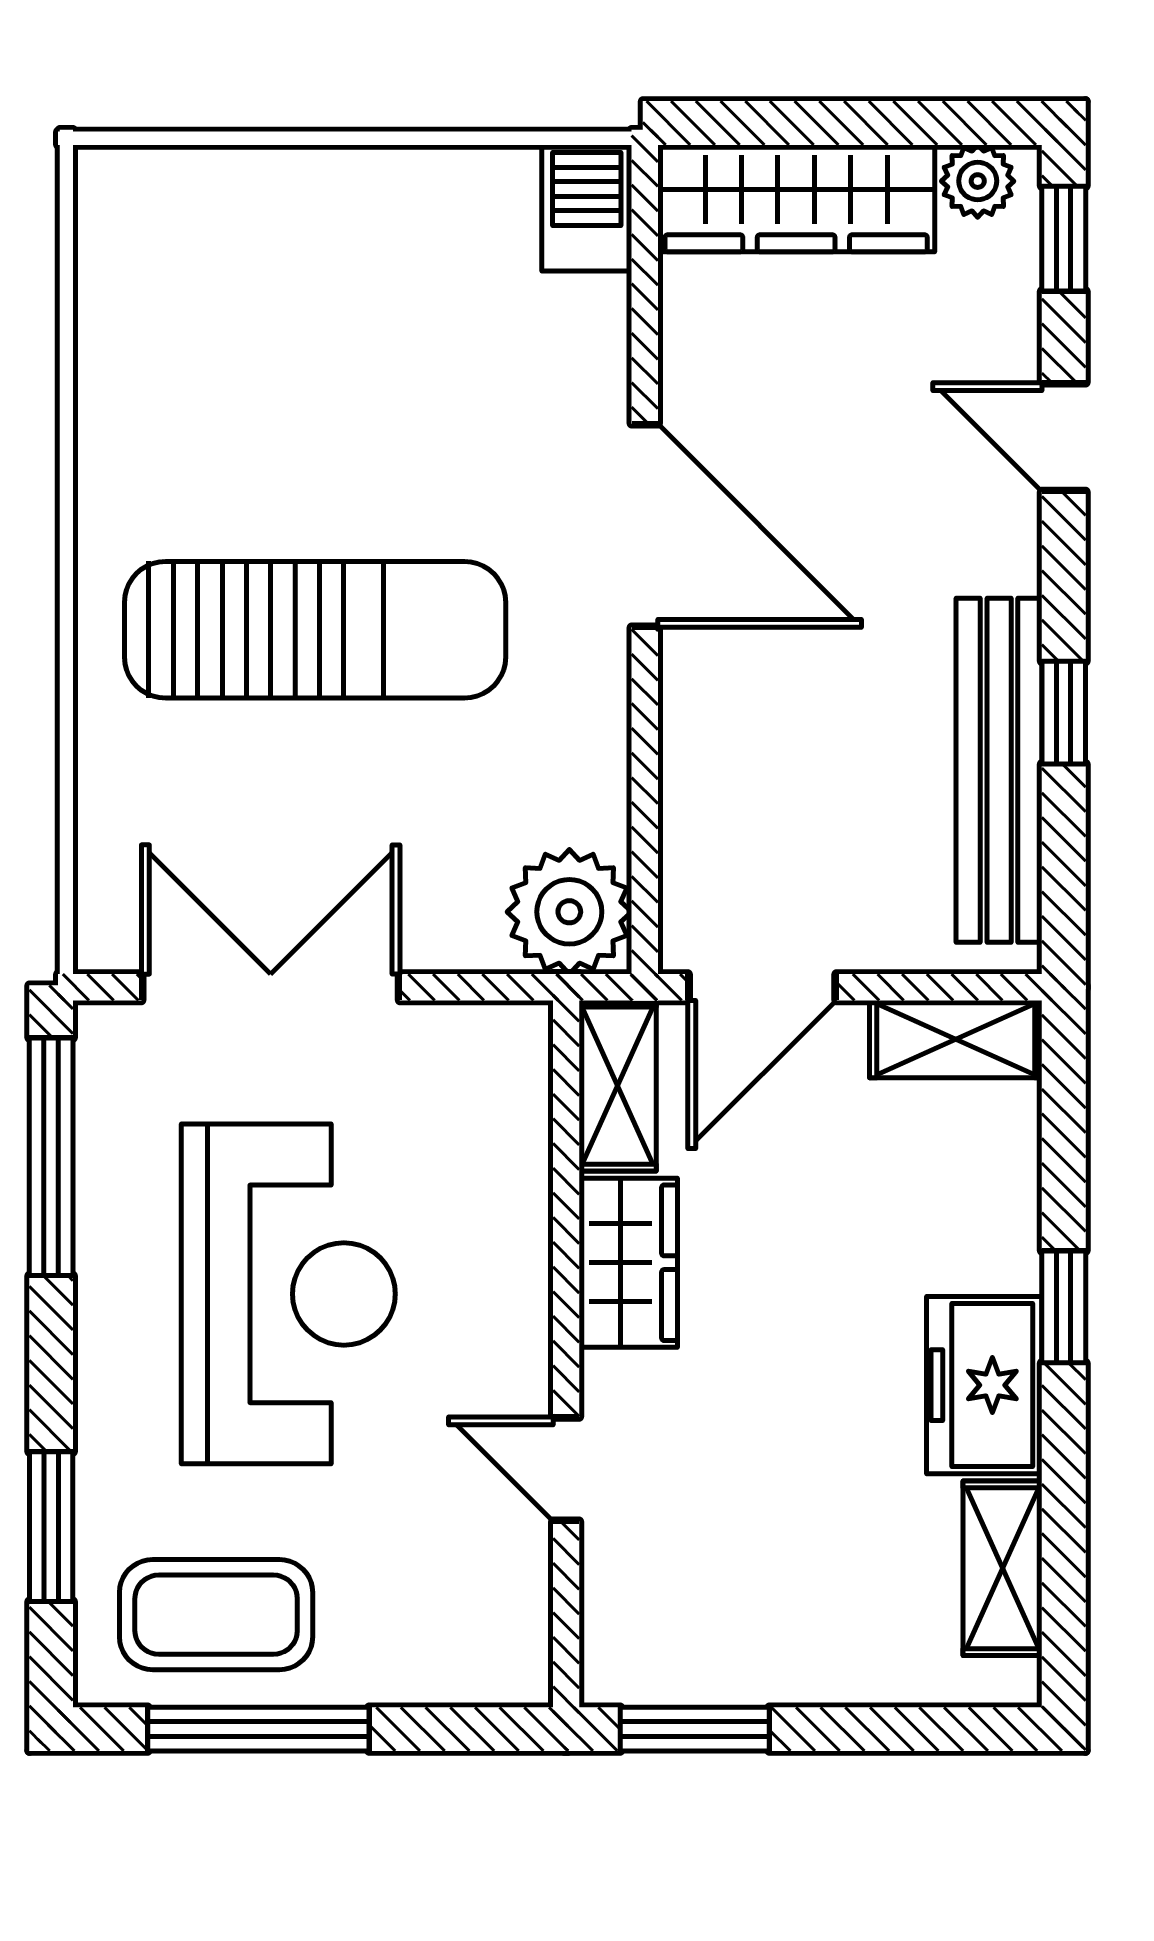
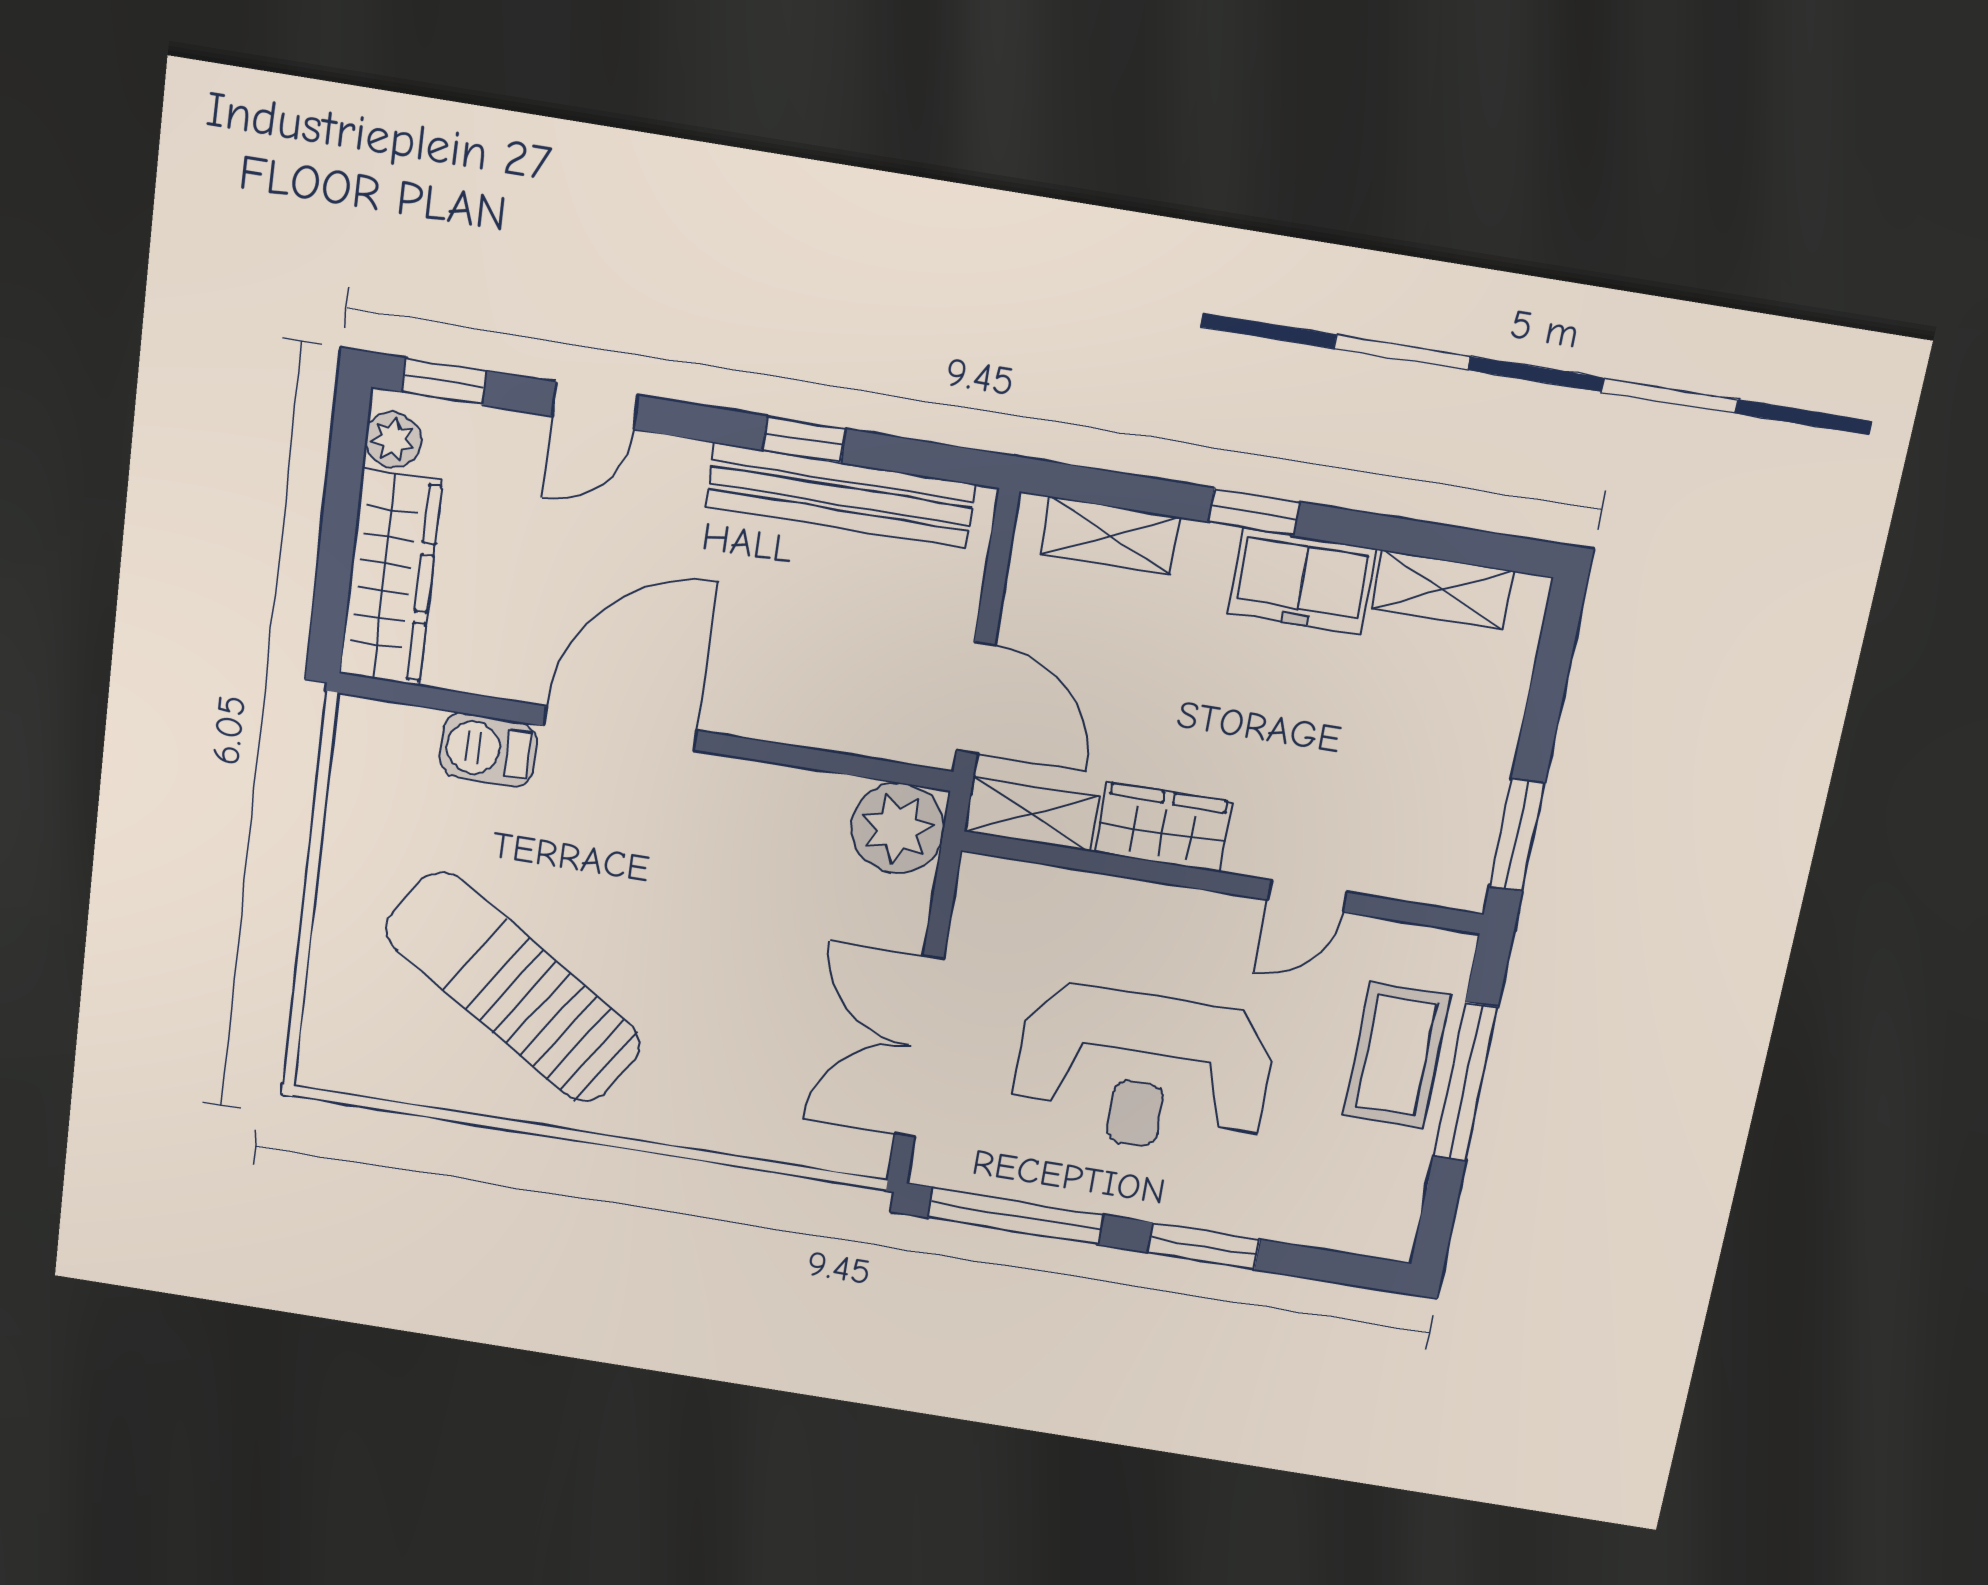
barbecue: (587, 208) -> (488, 750), moved
sun lounger: (315, 630) -> (513, 987), moved, turned -57
shelving: (956, 1039) -> (1110, 536), moved, turned 90
reception desk: (288, 1294) -> (1143, 1070), turned 180
window: (51, 1527) -> (1204, 1246), moved
coffee table: (216, 1615) -> (1396, 1055), moved
window: (258, 1729) -> (1466, 1082), moved

